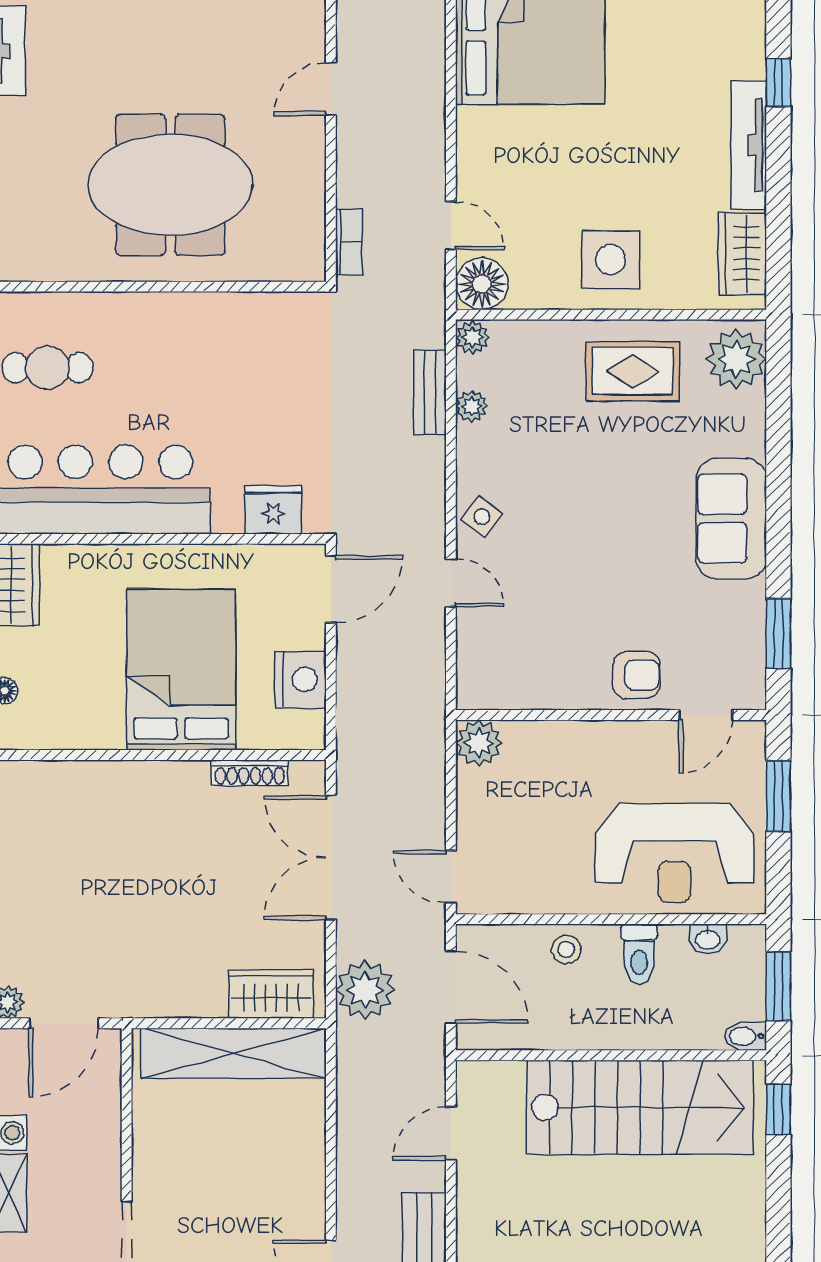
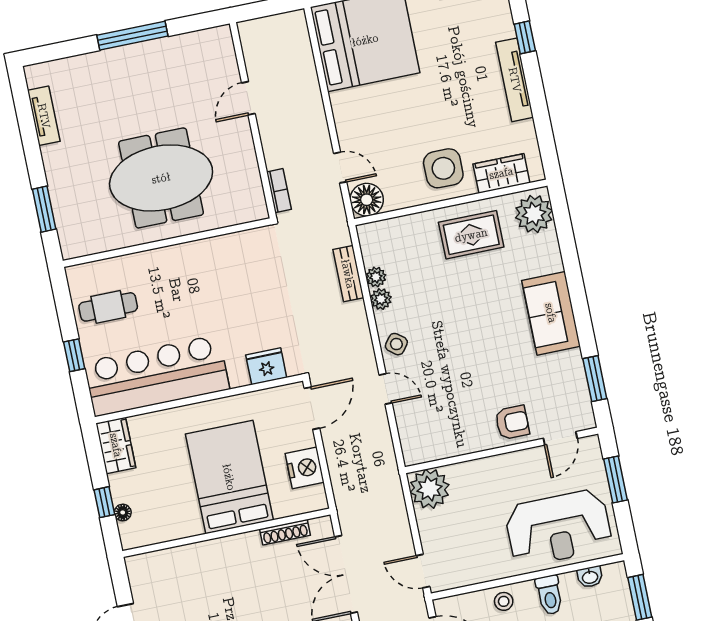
wardrobe: (742, 254) -> (501, 173), moved, turned 90
plant: (472, 337) -> (381, 299), moved
plant: (479, 743) -> (430, 489), width x1.36, depth x1.36

